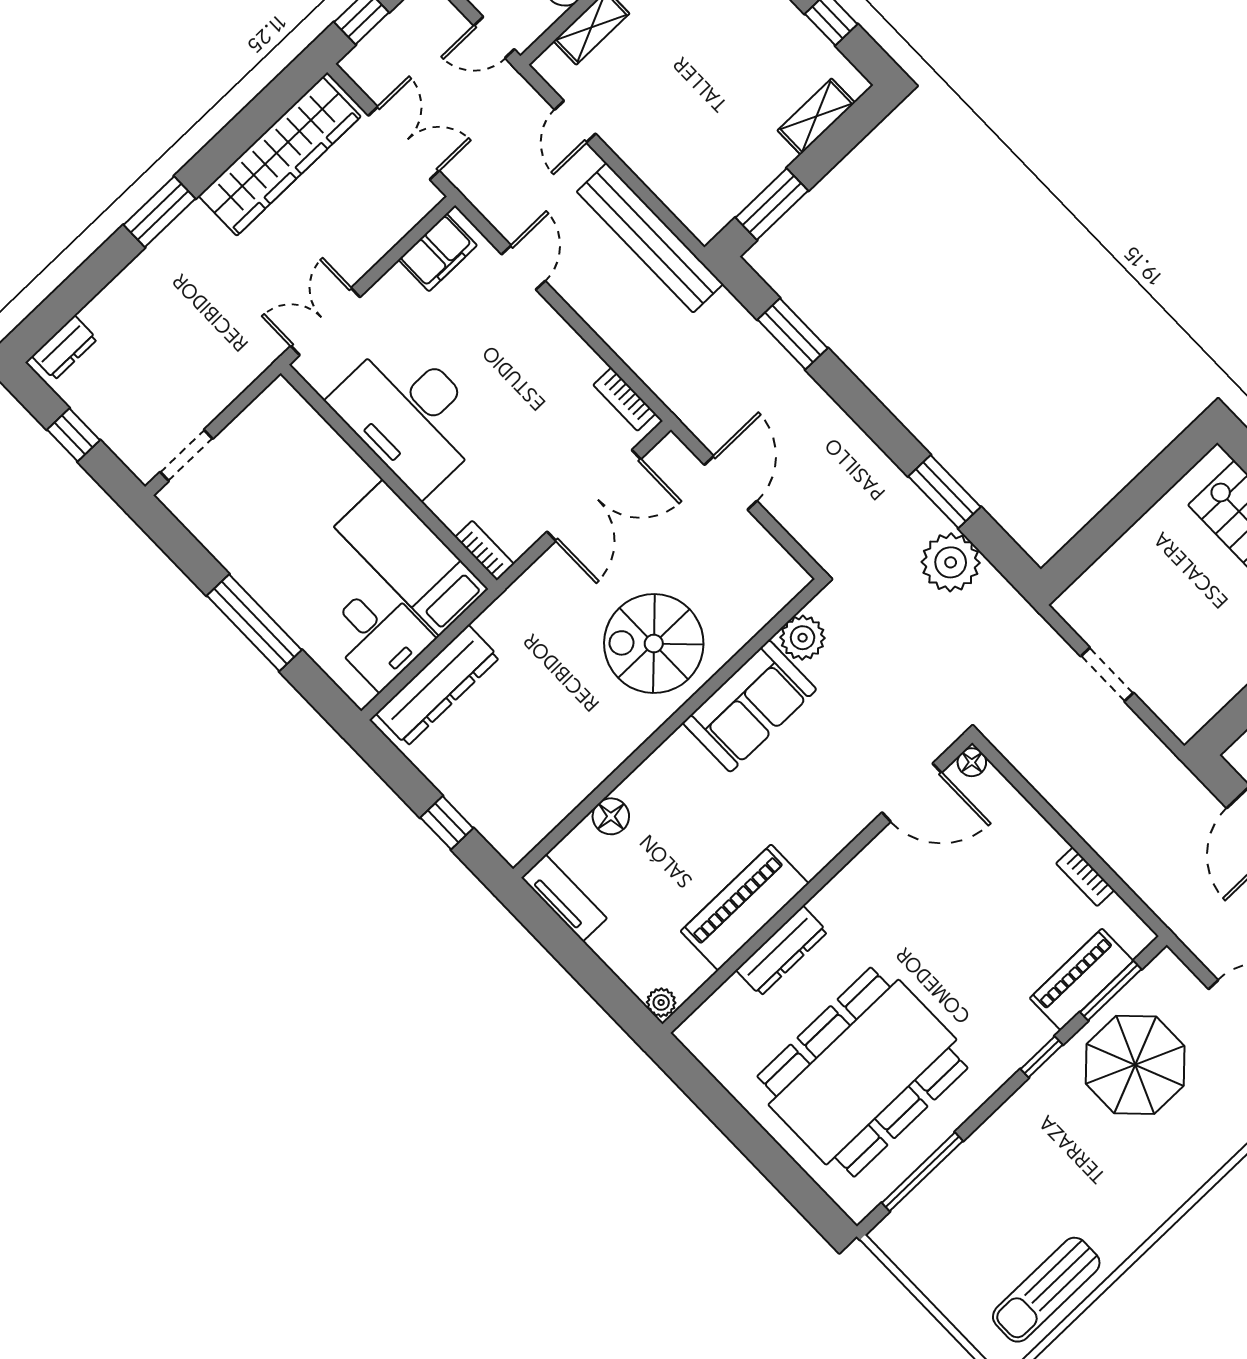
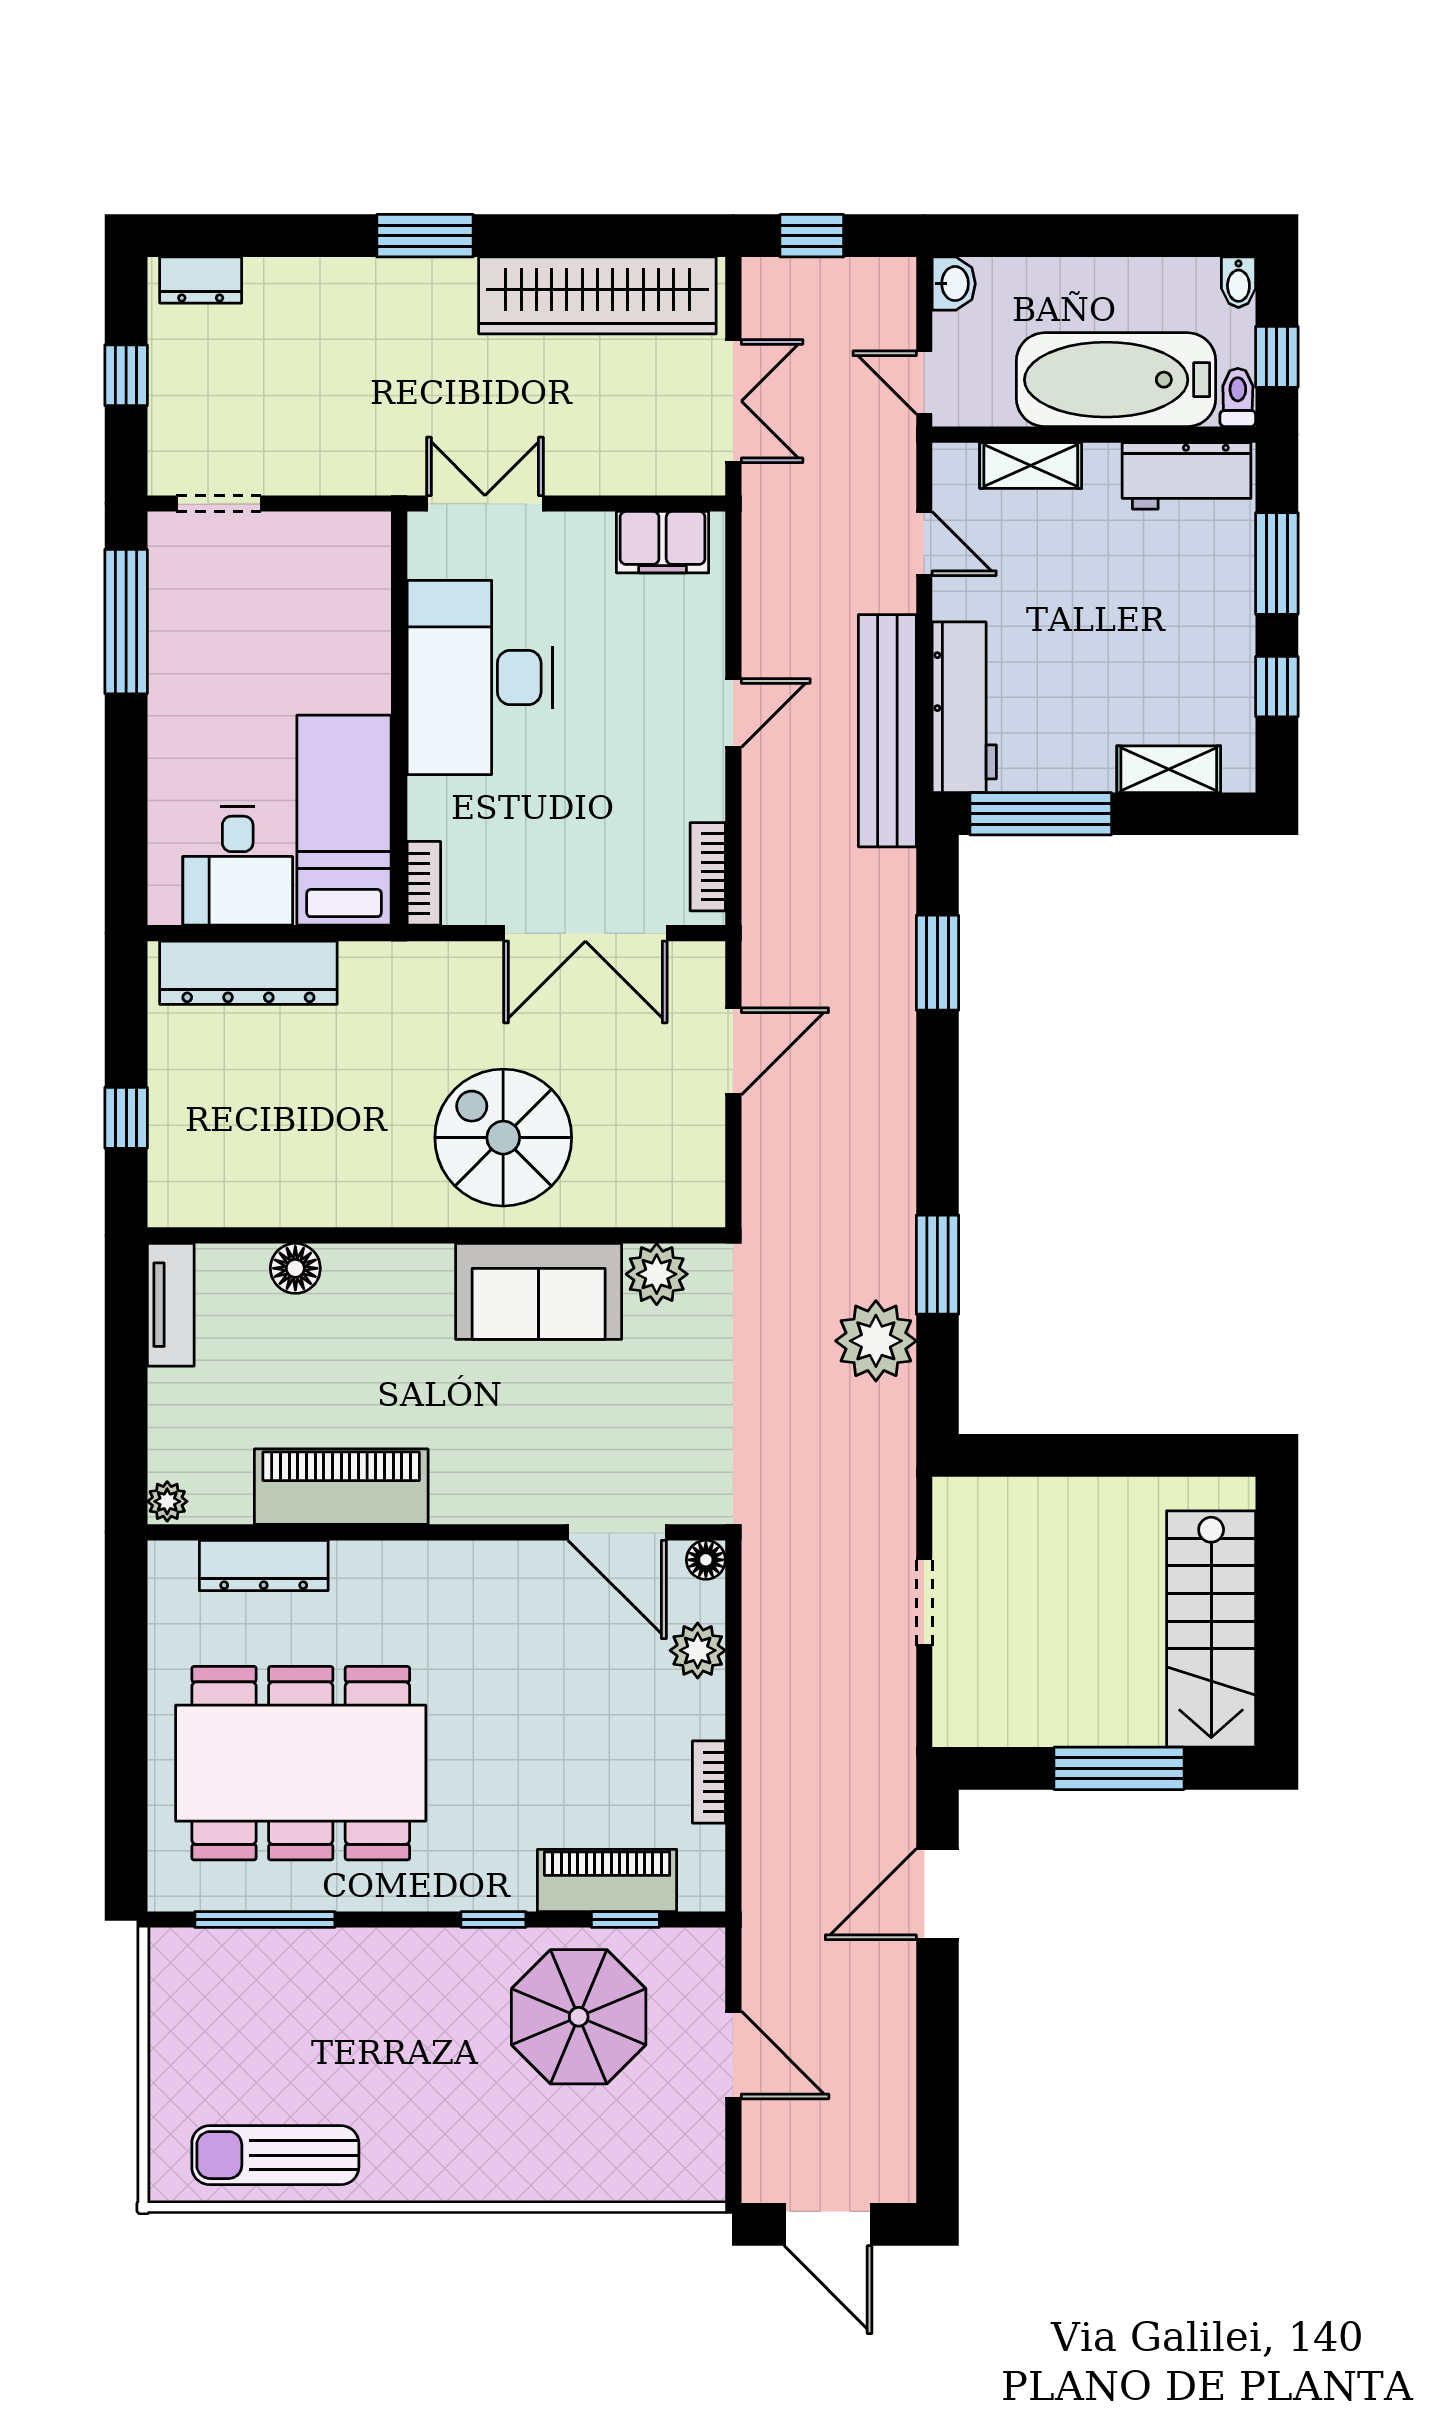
door: (575, 122) -> (924, 544), swing flipped
workbench: (678, 187) -> (964, 707), added
window: (772, 204) -> (1041, 814), width x1.44
door: (523, 268) -> (733, 713), moved
window: (254, 623) -> (126, 622), moved
plant: (1013, 814) -> (698, 1650), added
dresser: (782, 951) -> (264, 1566), moved
window: (1111, 991) -> (625, 1920), width x0.67

